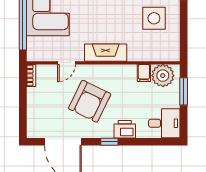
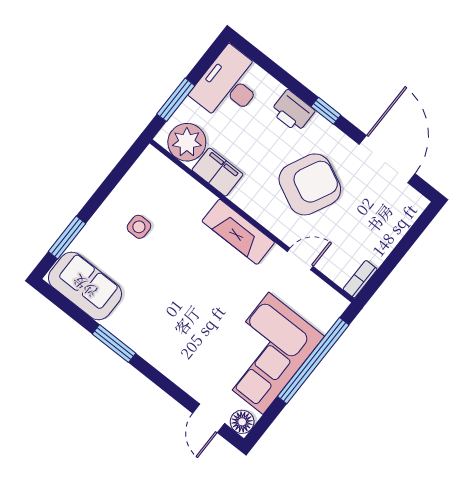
side table: (154, 18) -> (139, 227), width x0.54, depth x0.54
filing cabinet: (144, 73) -> (218, 172), width x2.00
desk: (164, 123) -> (229, 85), width x1.37

